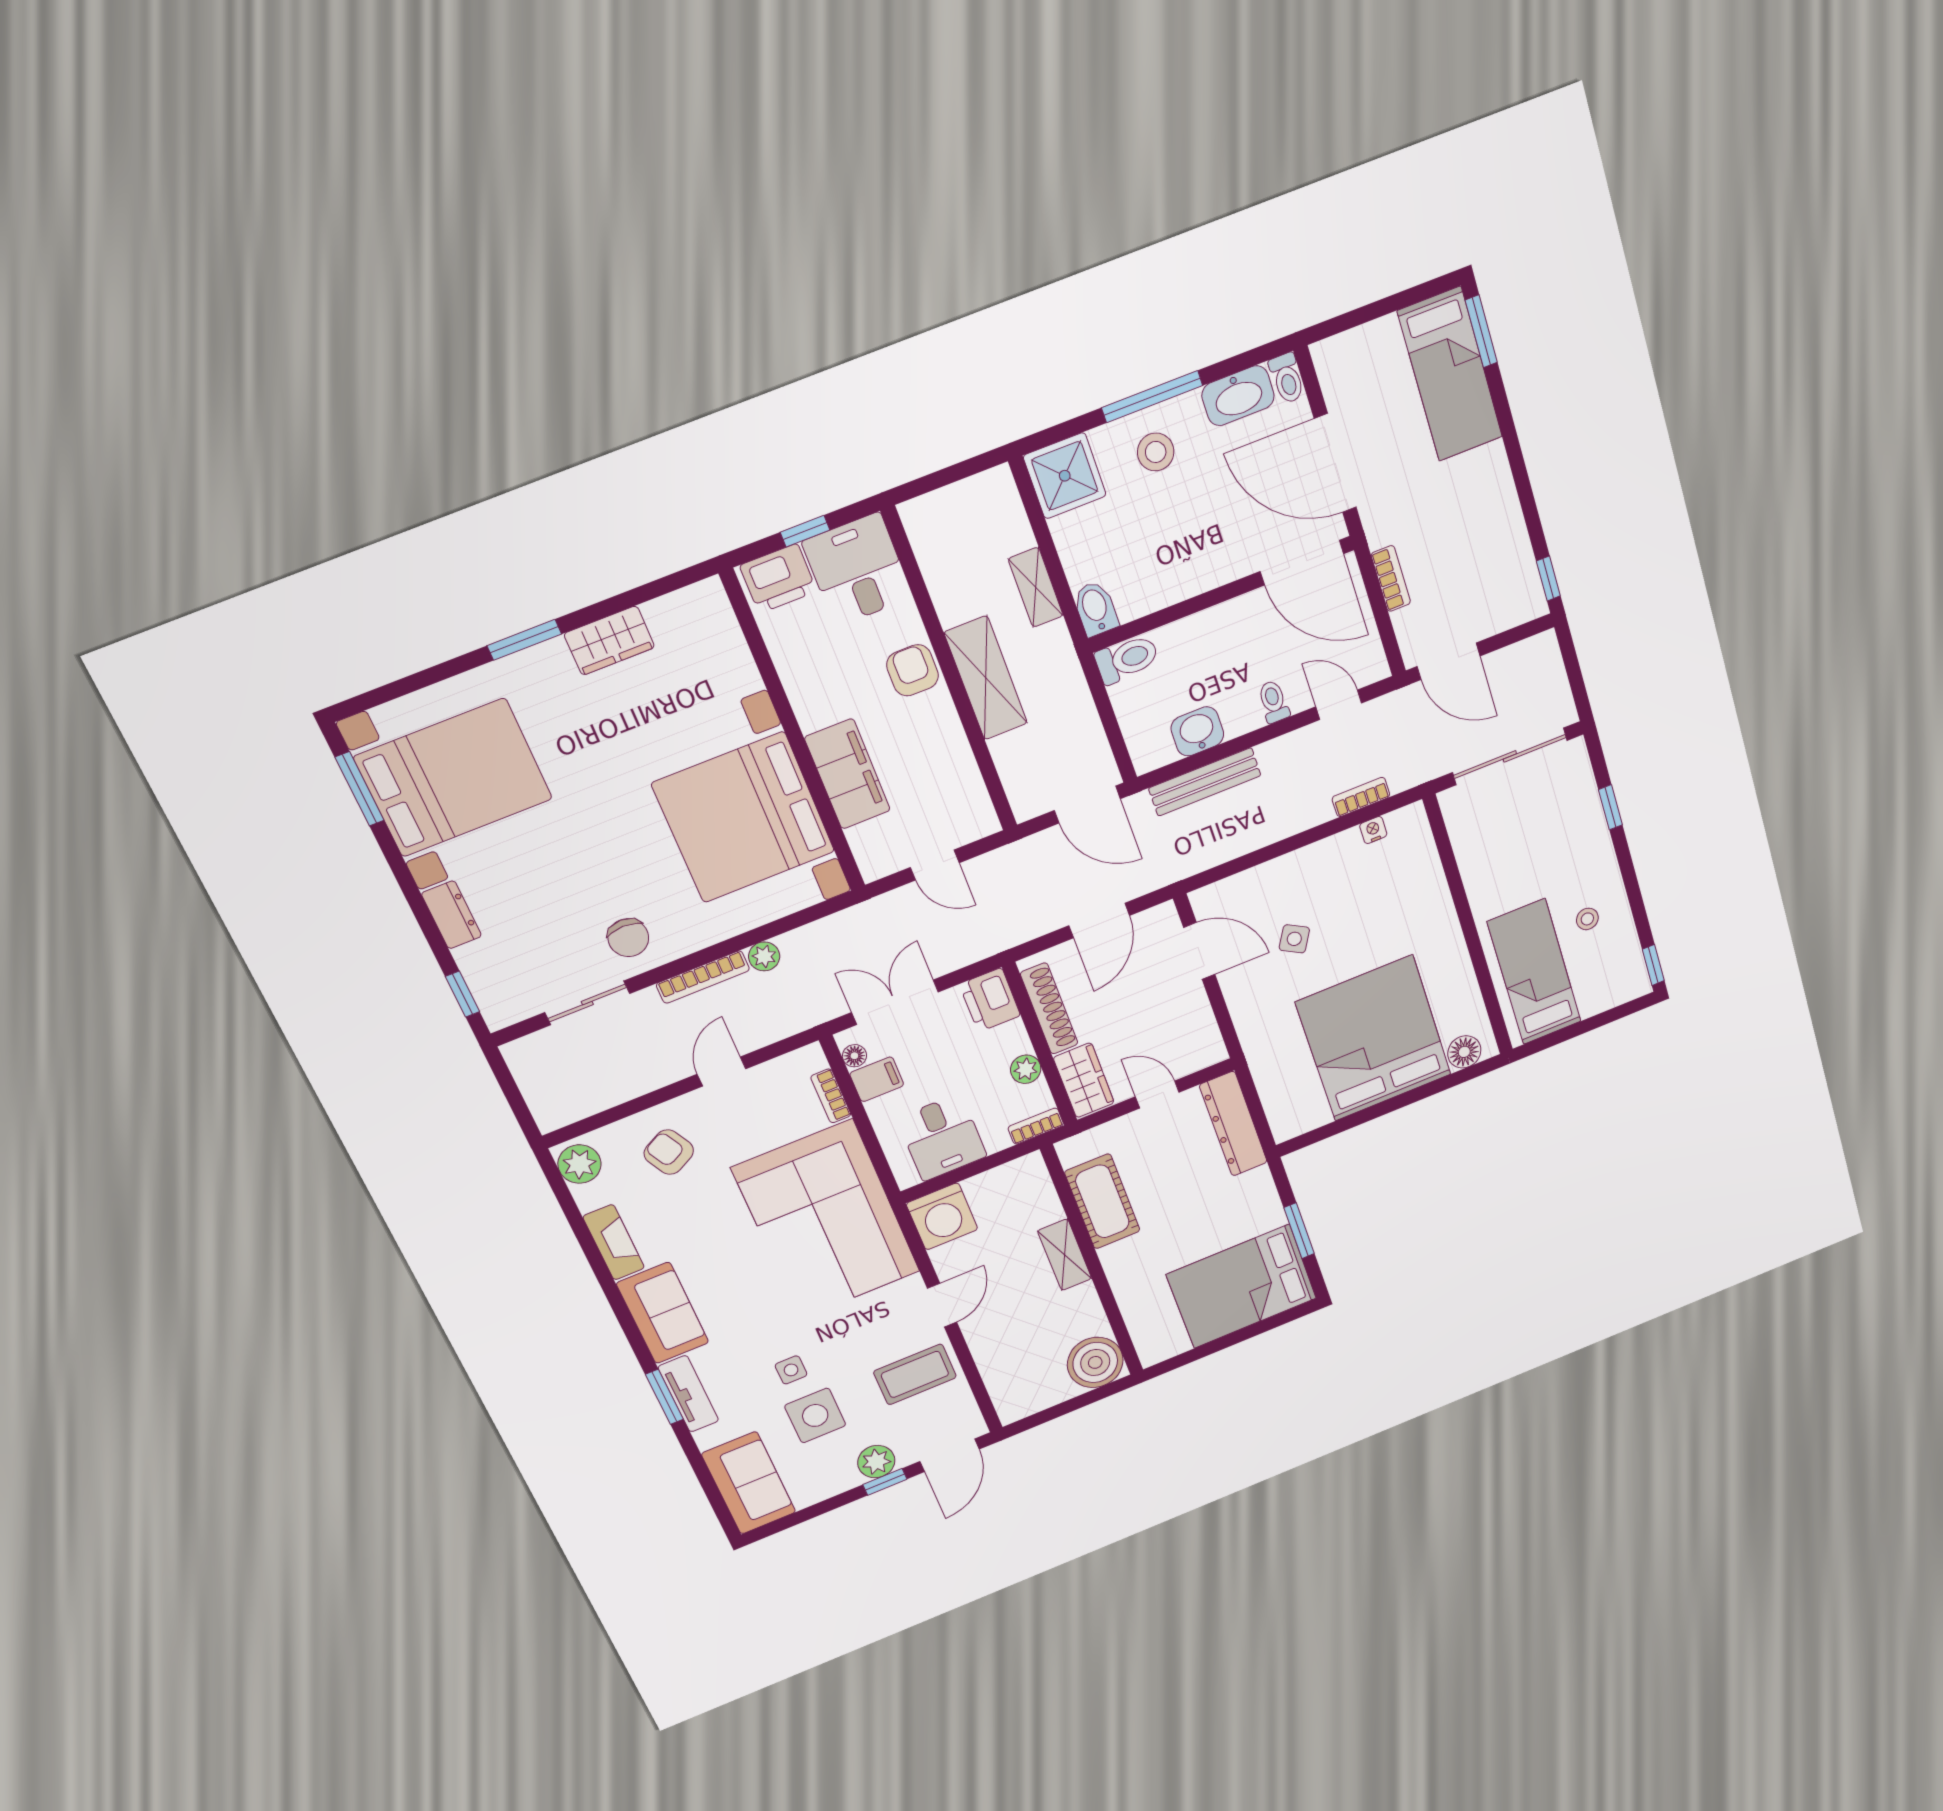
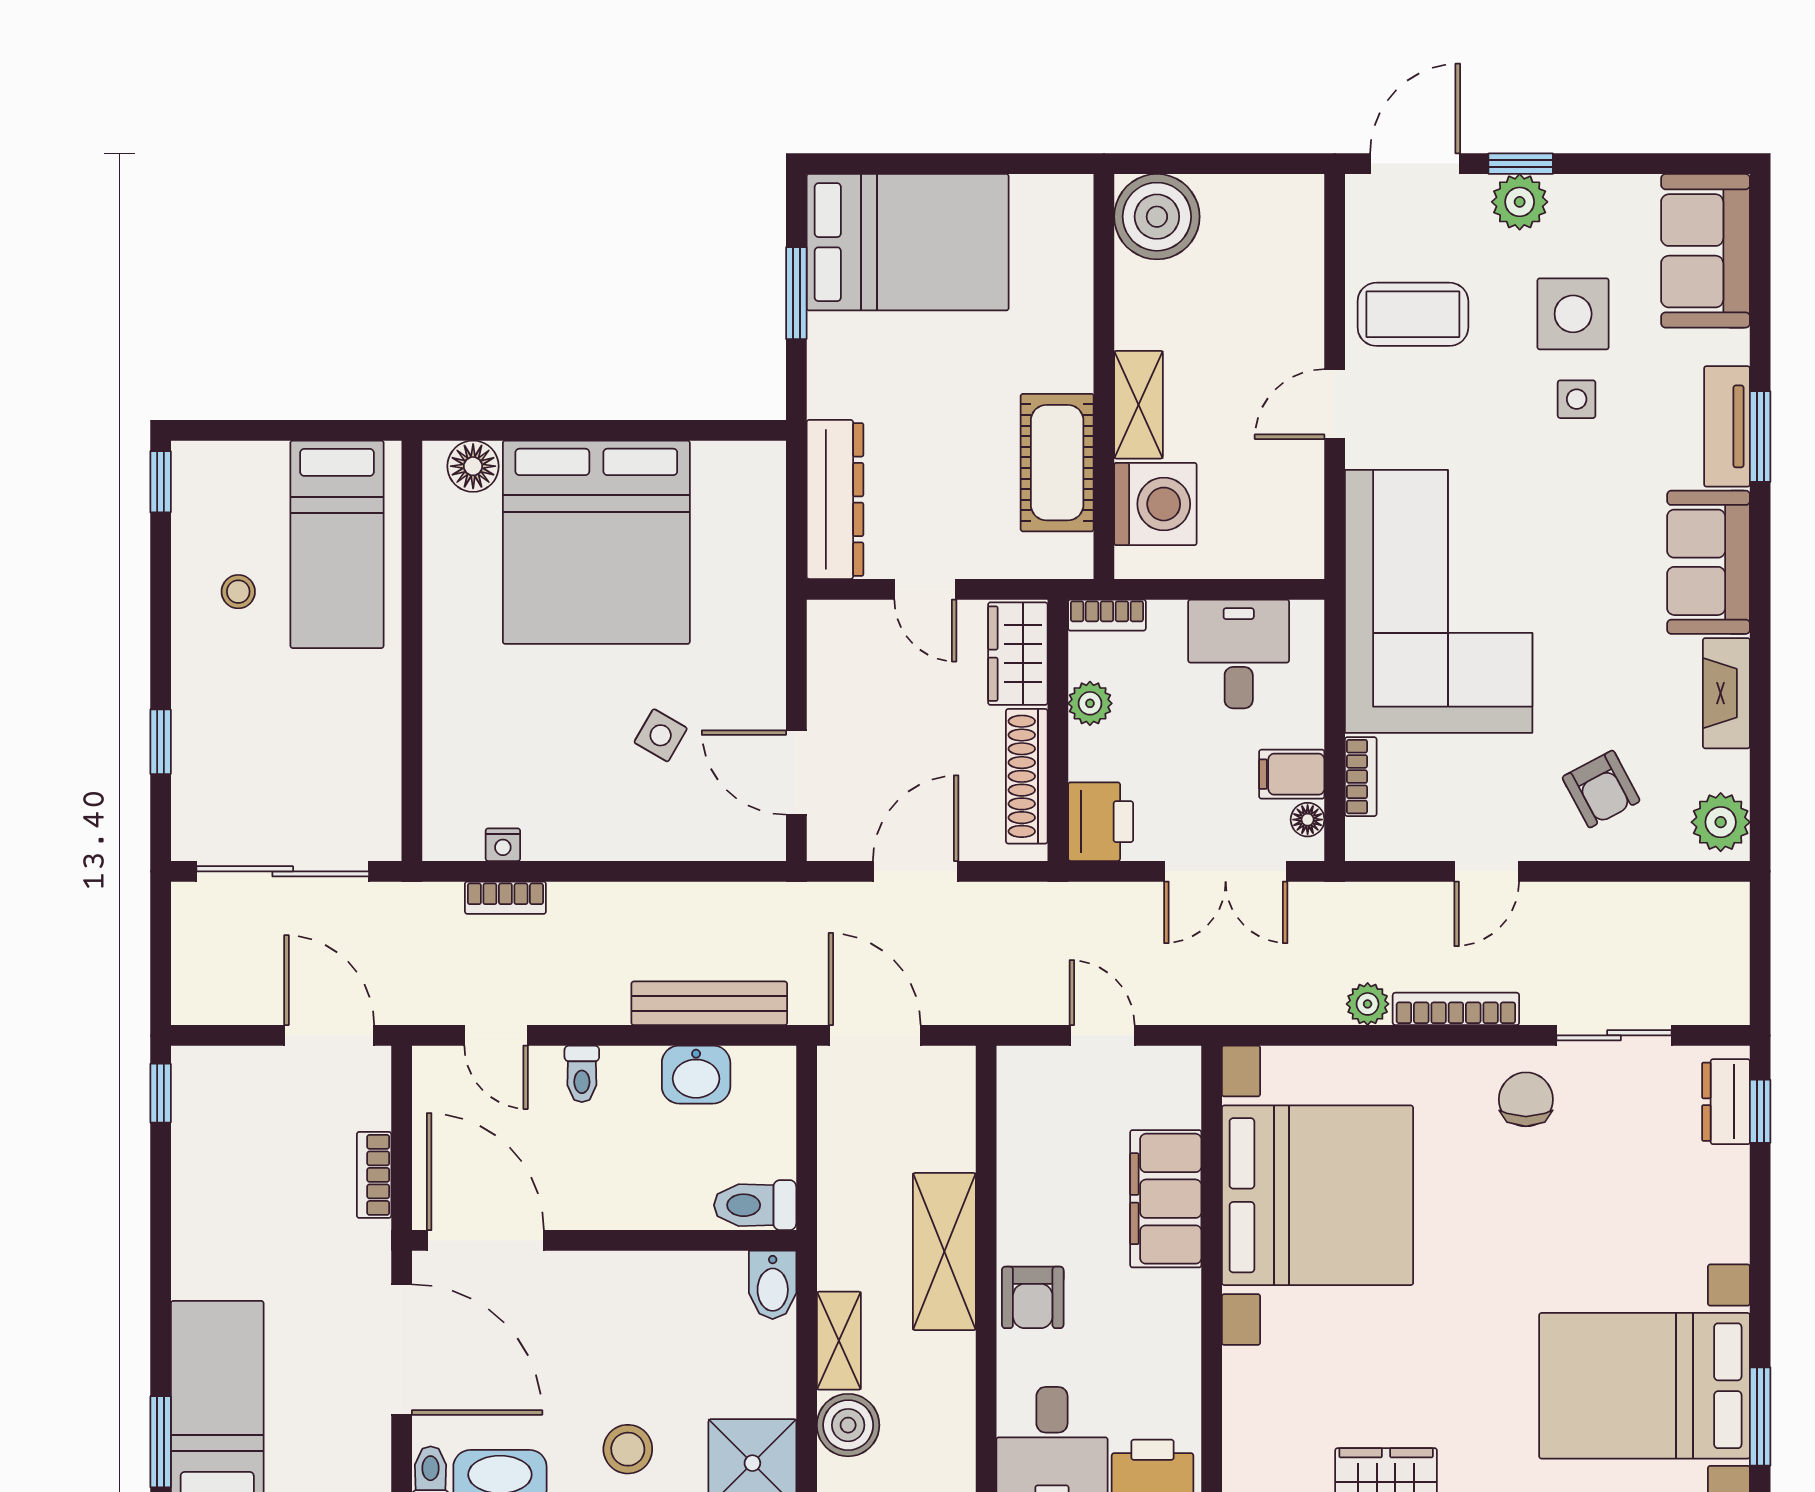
boiler: (1007, 530) -> (848, 1425), added
dresser: (451, 915) -> (1726, 1102), moved
washing machine: (942, 1216) -> (1155, 504), moved, turned 90

